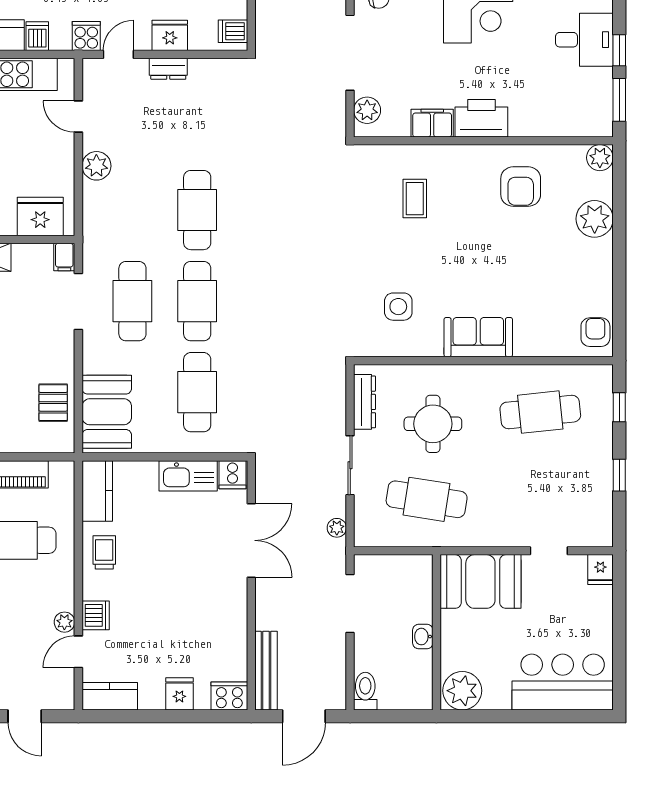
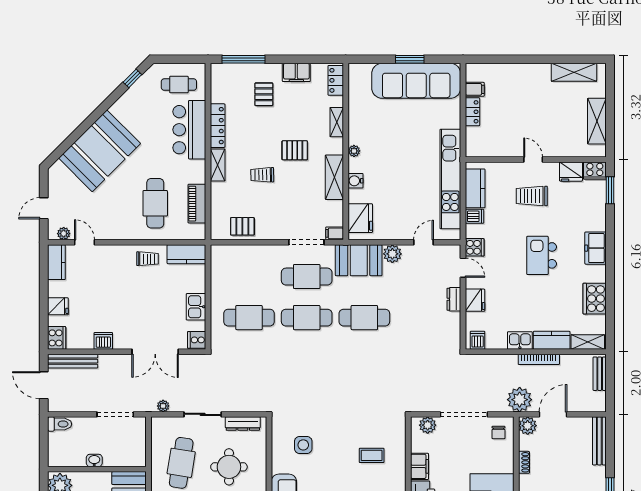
booth: (107, 412) -> (359, 260), moved
kitchen sink: (188, 476) -> (196, 307), width x0.73
dishwasher: (96, 615) -> (103, 341), moved, turned 180
plant: (64, 622) -> (64, 234), moved

